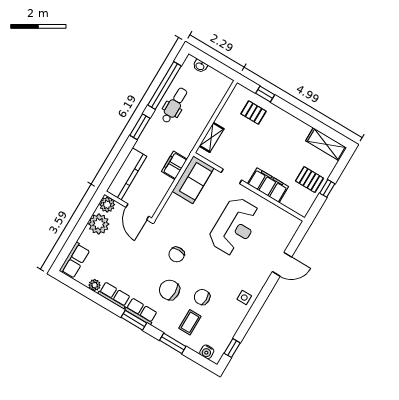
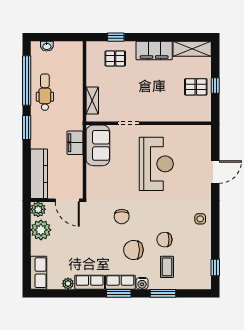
filing cabinet: (268, 185) -> (154, 51), moved, turned 180
water cooler: (207, 352) -> (142, 283), moved

